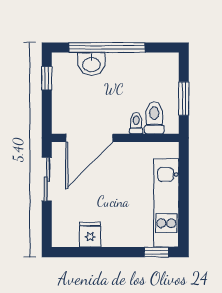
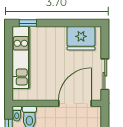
toilet: (136, 123) -> (17, 114), moved
fridge: (90, 235) -> (81, 38), width x1.88, depth x1.34

